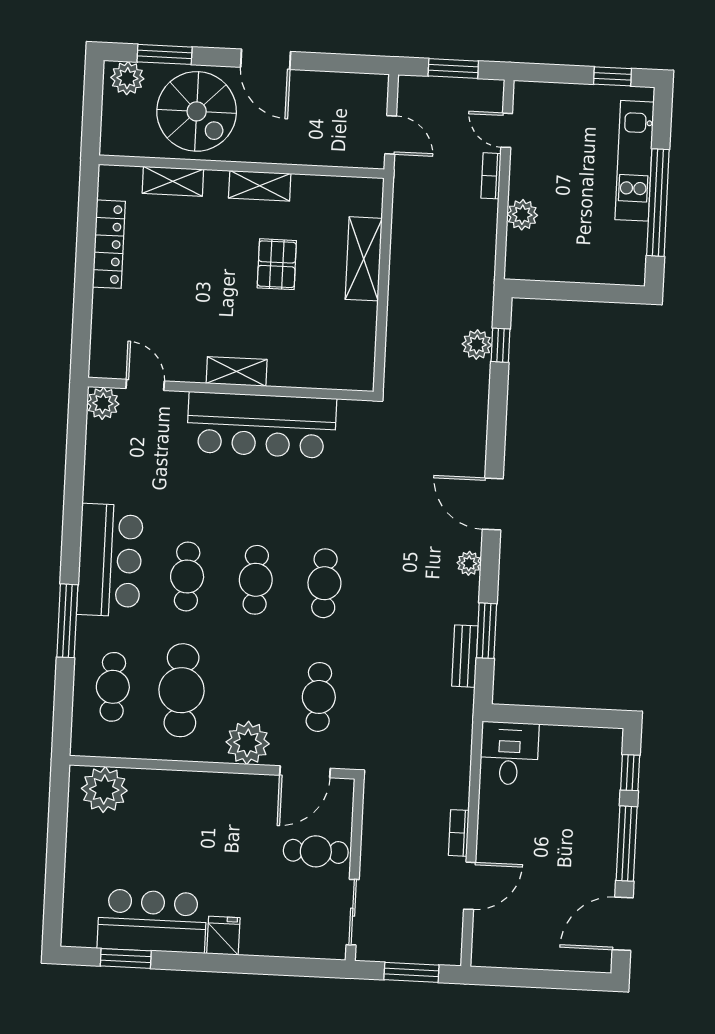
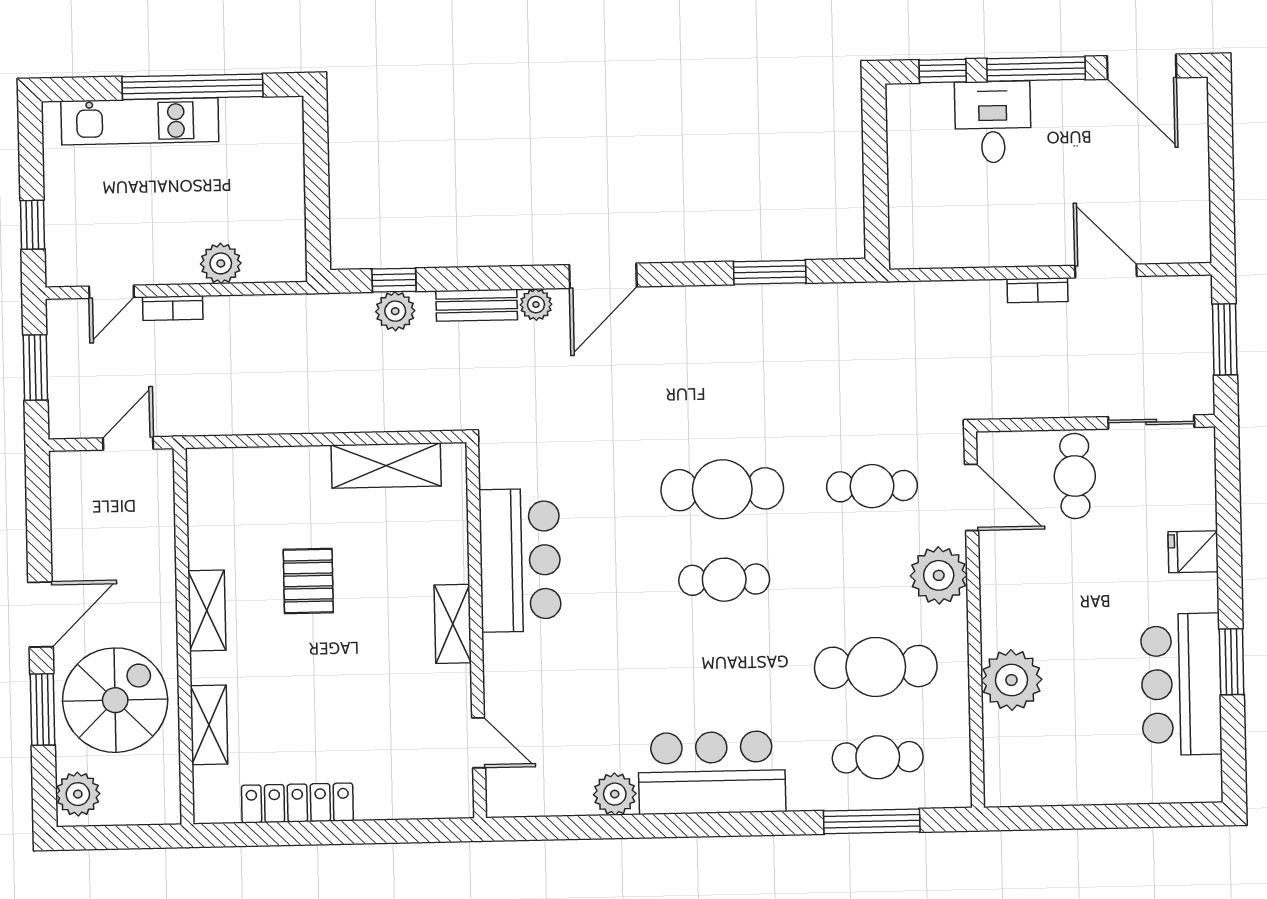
window: (165, 54) -> (43, 709), moved
window: (613, 76) -> (32, 225), moved
shelving: (364, 259) -> (386, 466), moved
pallet: (277, 264) -> (308, 581), turned 90
door: (145, 385) -> (479, 743), swing flipped
plant: (103, 403) -> (615, 794), moved
bar counter: (262, 425) -> (520, 560), width x0.73
plant: (469, 563) -> (536, 305), moved
cafe table: (187, 576) -> (726, 670), removed
cafe table: (324, 583) -> (722, 489), width x1.37, depth x1.35
window: (67, 621) -> (872, 821), moved
bench: (465, 656) -> (477, 305), moved
desk: (509, 753) -> (993, 122), moved, turned 90
plant: (104, 790) -> (1011, 680), moved
fridge: (223, 936) -> (1193, 552), moved
window: (126, 958) -> (1232, 662), moved

